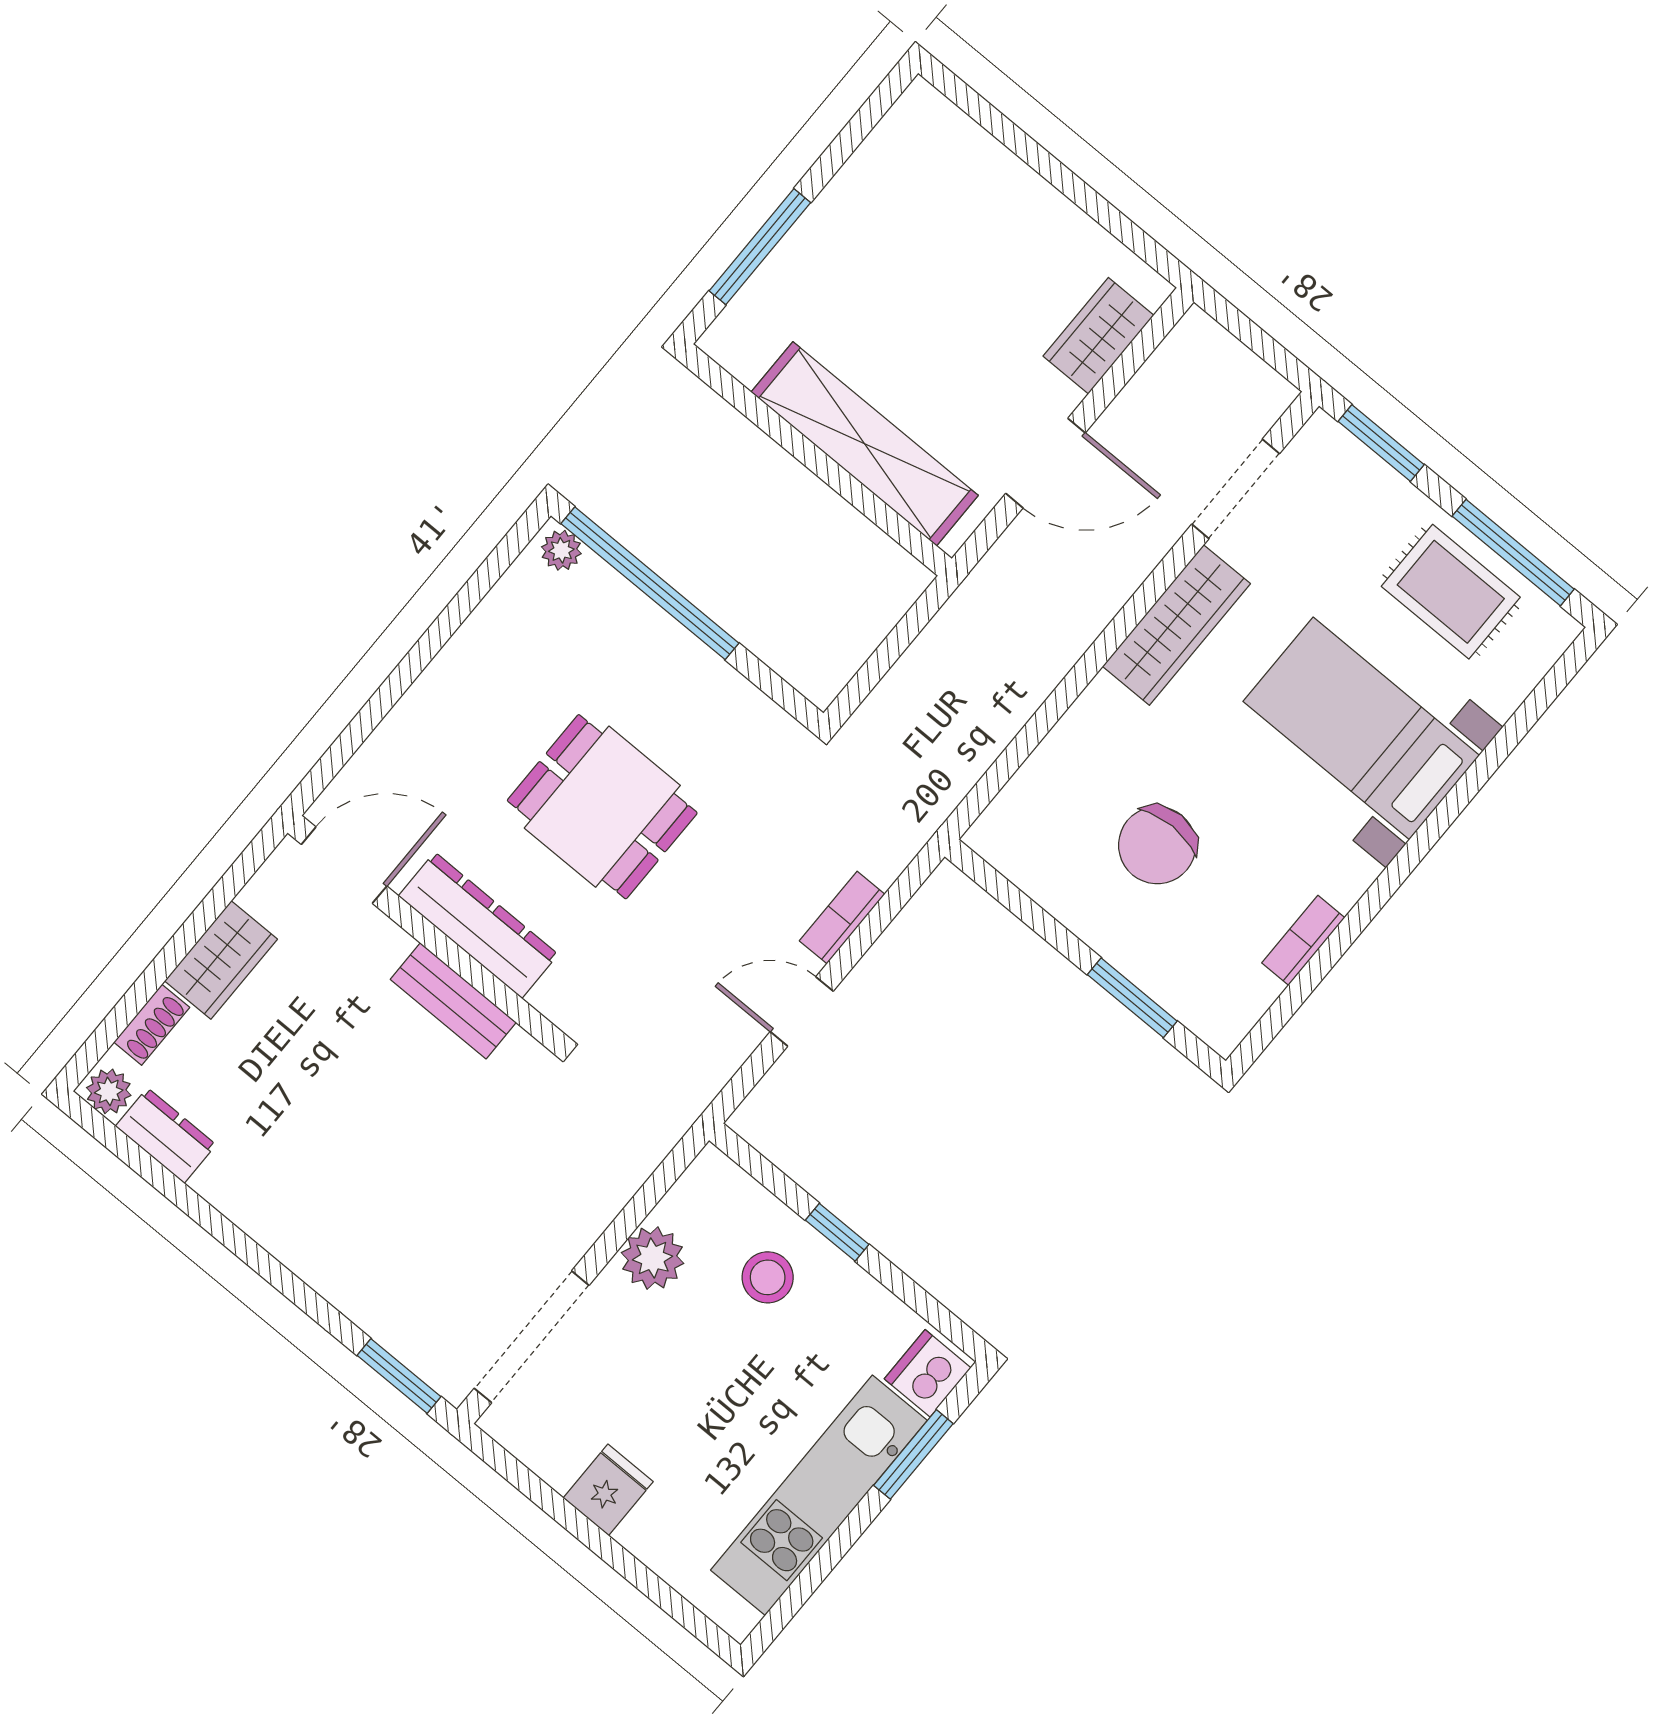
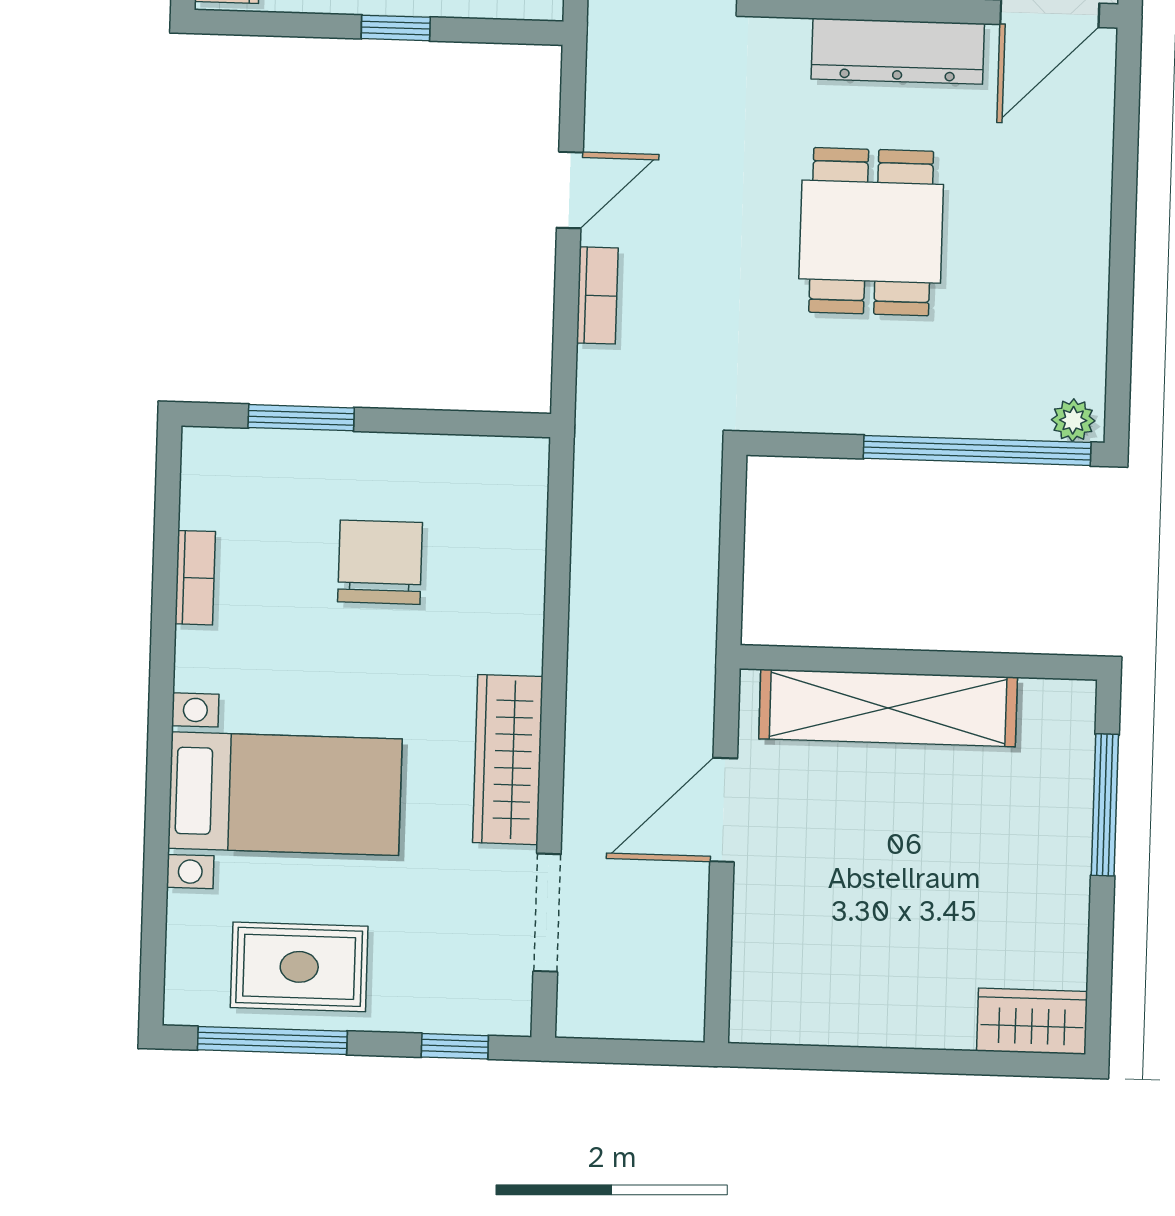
wardrobe: (1098, 336) -> (1032, 1021), moved, turned -90
window: (1381, 443) -> (455, 1046), width x0.67
dining table: (602, 807) -> (871, 232), turned 90

